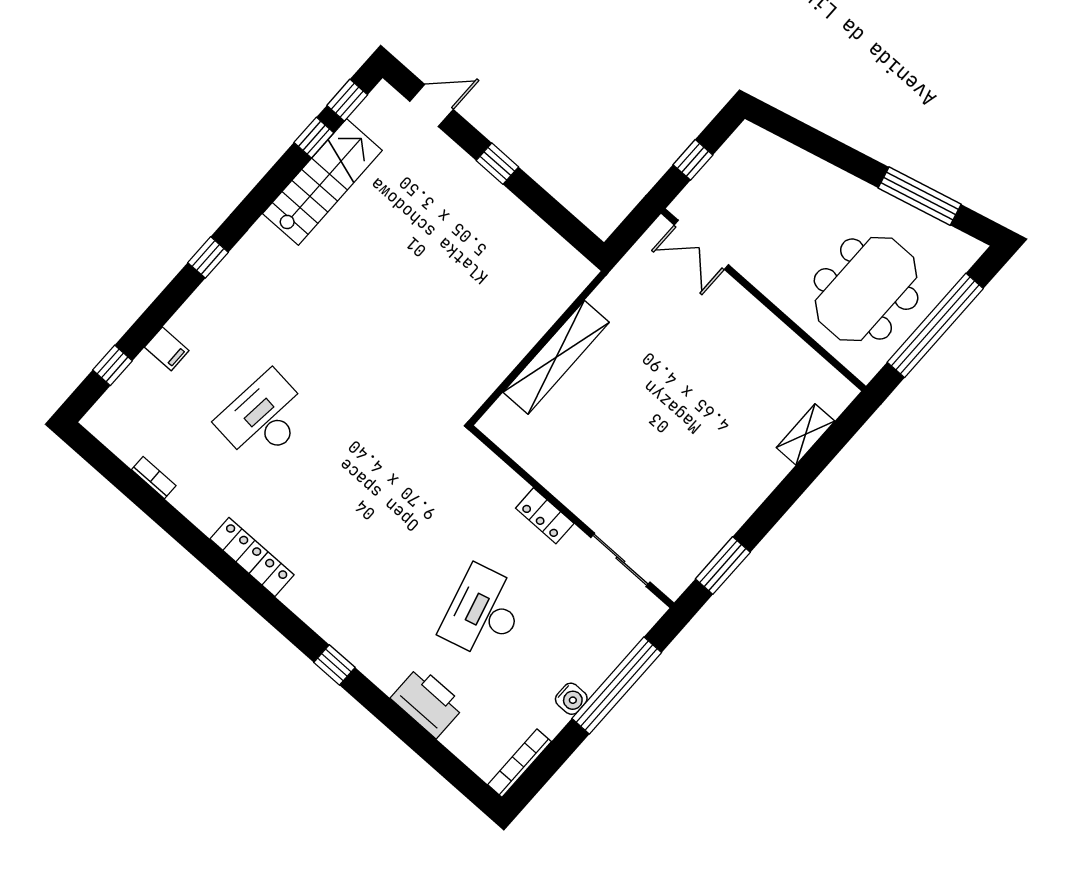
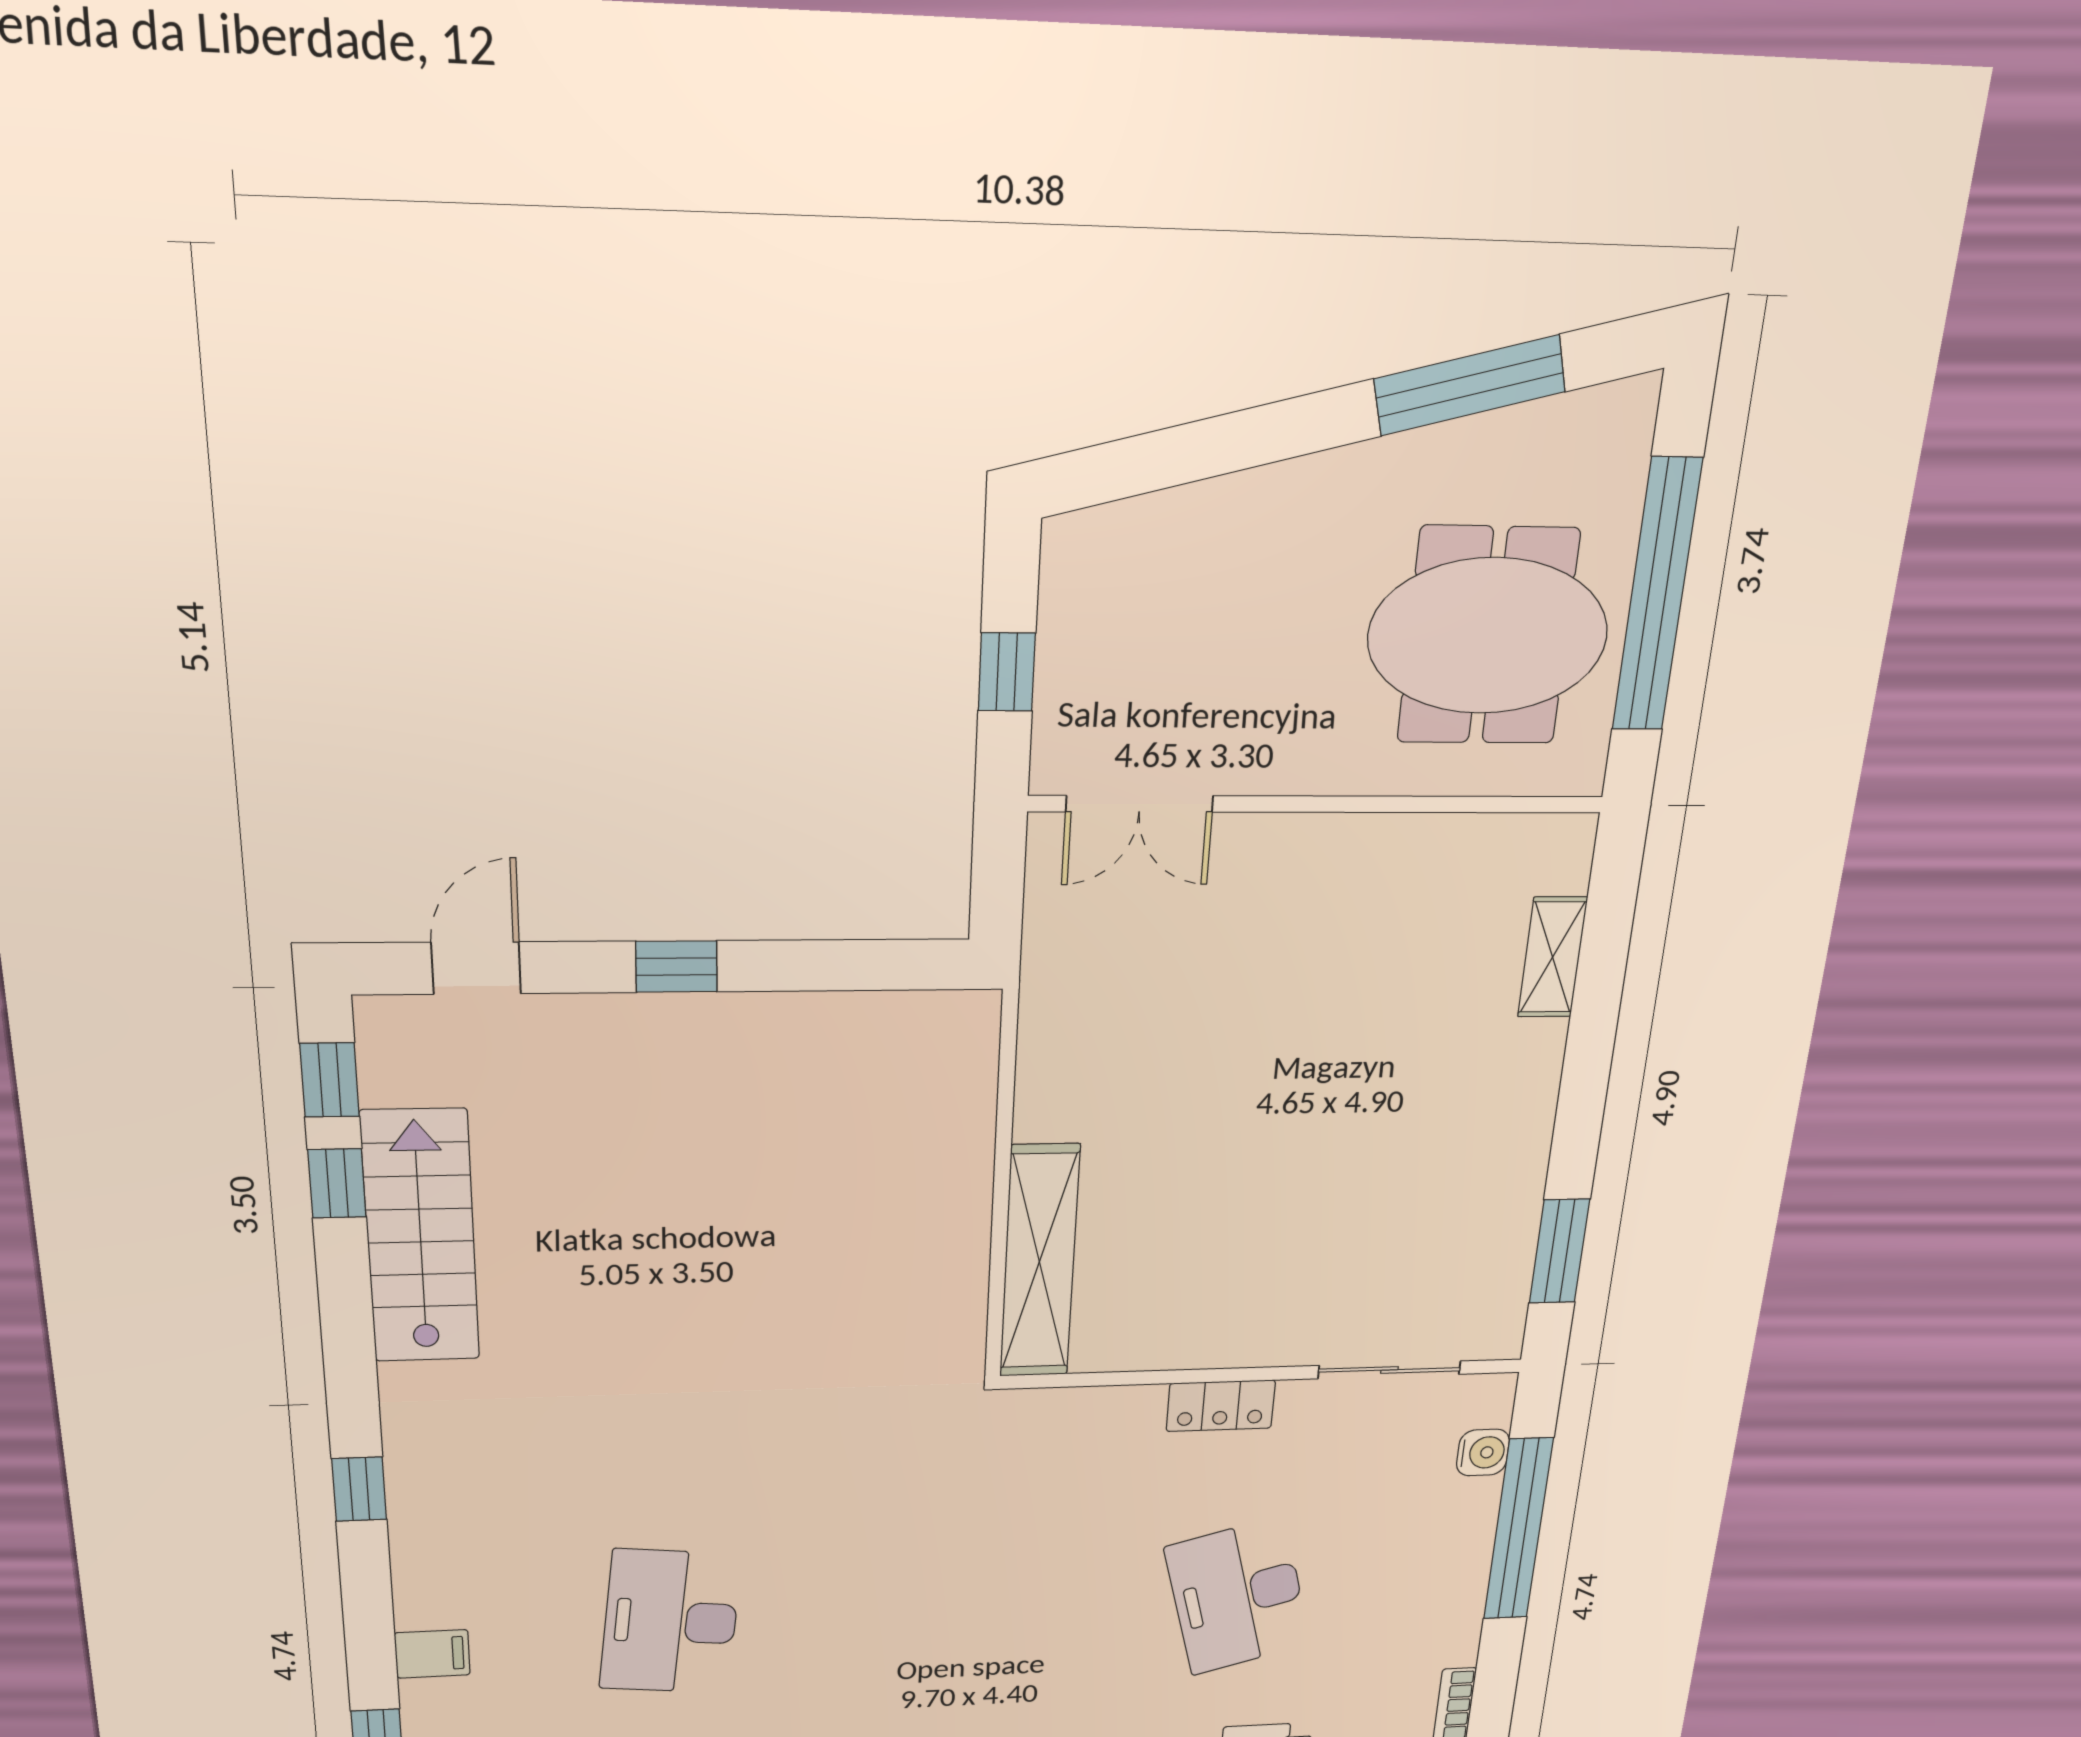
meeting table: (866, 289) -> (1488, 636), turned 90
shelving: (556, 357) -> (1039, 1262), moved
water cooler: (571, 699) -> (1483, 1453), moved

